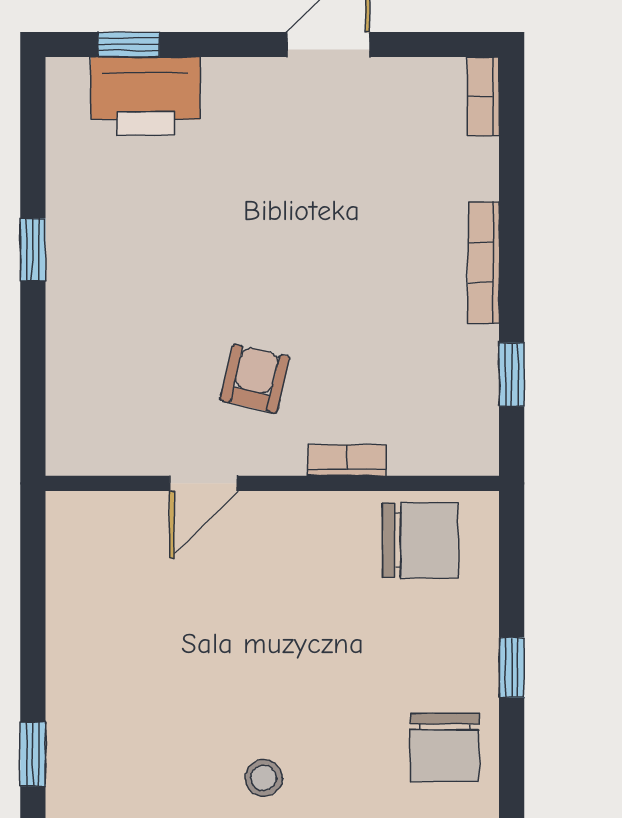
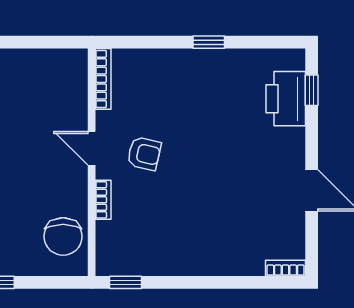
bookcase: (484, 263) -> (103, 79), moved, turned 90
window: (512, 374) -> (126, 282), moved
door: (203, 483) -> (92, 148), moved

